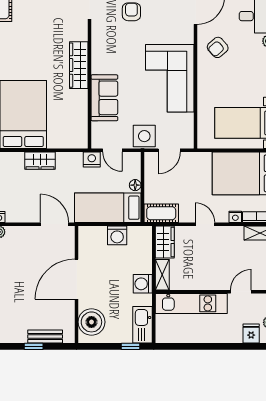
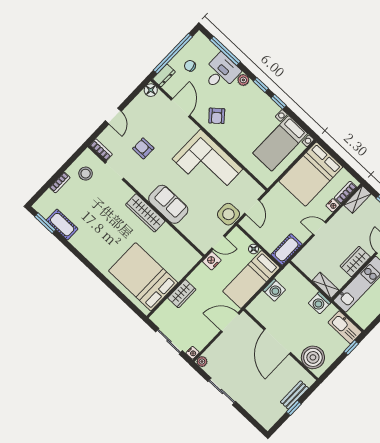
sofa: (104, 98) -> (168, 204), moved
wardrobe: (165, 242) -> (355, 261), moved, turned -90

